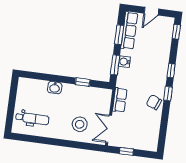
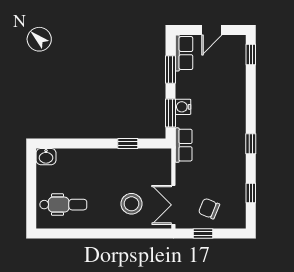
row of seats: (129, 31) -> (184, 53), width x0.68
window: (171, 71) -> (251, 193), moved
washbasin: (55, 88) -> (46, 157), moved
row of seats: (120, 100) -> (184, 145), moved
chair: (154, 102) -> (209, 209), moved

